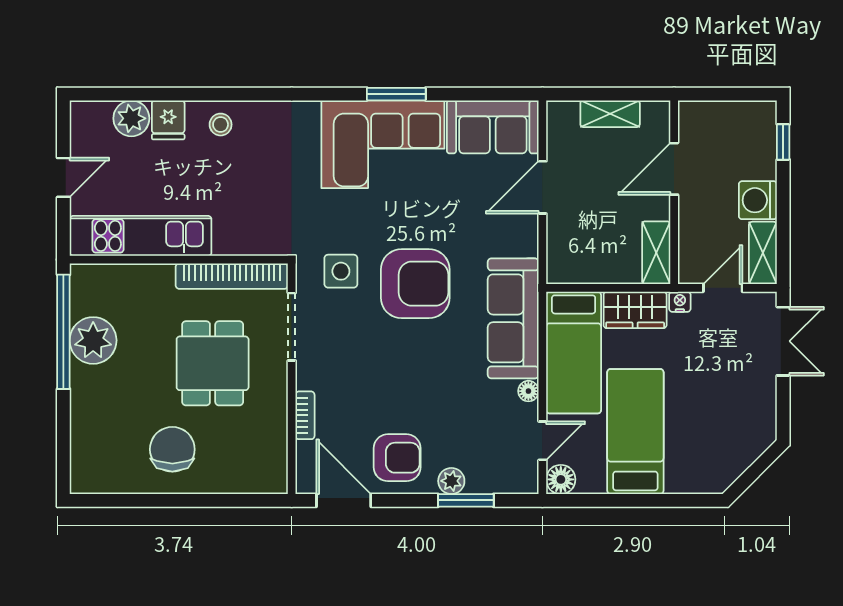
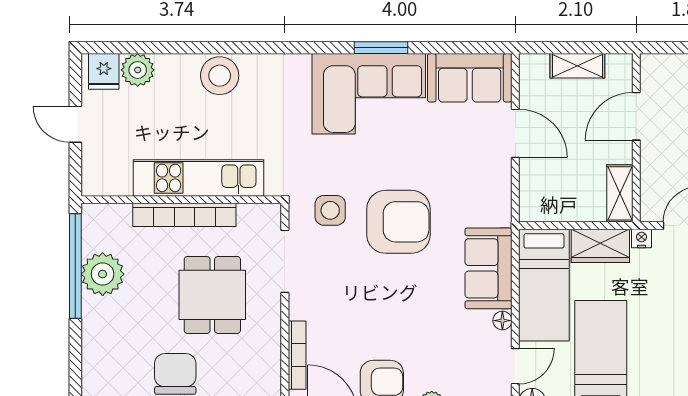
fridge: (168, 120) -> (104, 71), moved
stool: (221, 125) -> (220, 76), width x1.89, depth x1.89
door: (63, 177) -> (75, 124), swing flipped
door: (542, 187) -> (515, 133), swing flipped
kitchen unit: (141, 236) -> (199, 178), moved
bookcase: (232, 276) -> (184, 215), moved
sofa: (513, 318) -> (488, 268), width x0.73
bookcase: (305, 415) -> (297, 355), width x1.56

